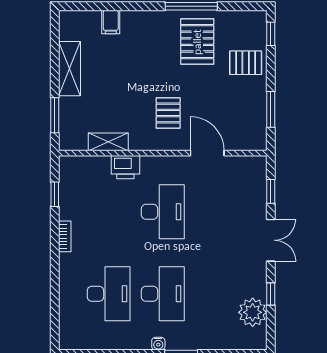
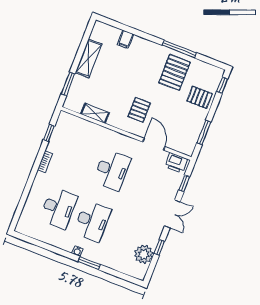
printer: (125, 167) -> (176, 163), moved

